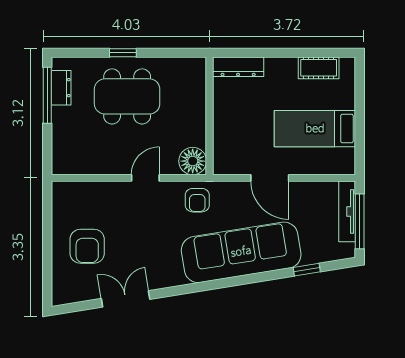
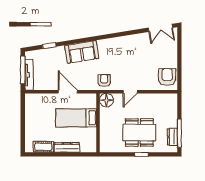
dresser: (238, 67) -> (67, 147), moved
bed: (315, 129) -> (76, 118), moved, turned 180
armchair: (87, 246) -> (167, 77), moved
sofa: (241, 252) -> (82, 52), width x0.54, depth x0.79
double door: (126, 299) -> (160, 28), moved

